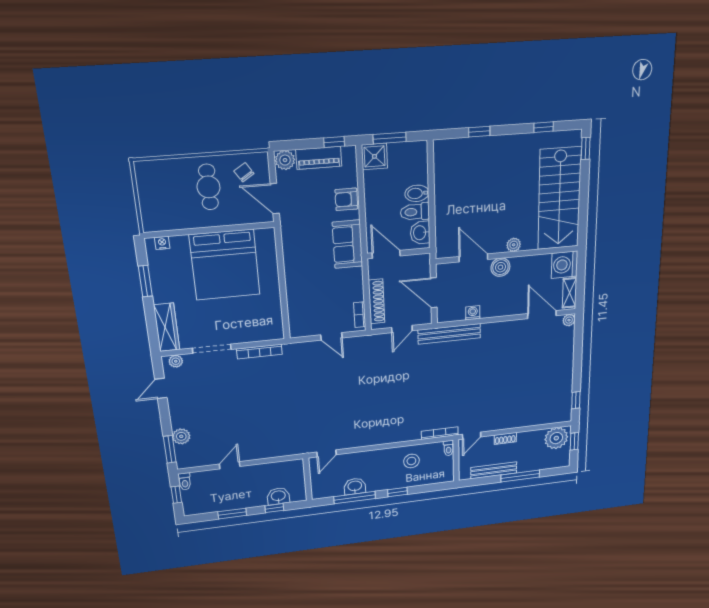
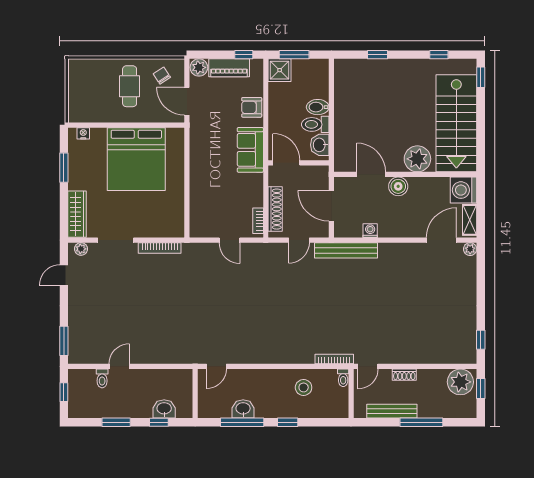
plant: (514, 245) -> (417, 159), width x1.88, depth x1.88
door: (542, 315) -> (441, 240), hinge flipped
plant: (181, 436) -> (76, 328), removed
toilet: (185, 481) -> (102, 378), moved

